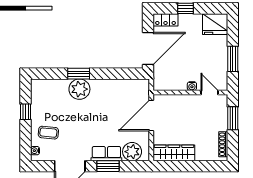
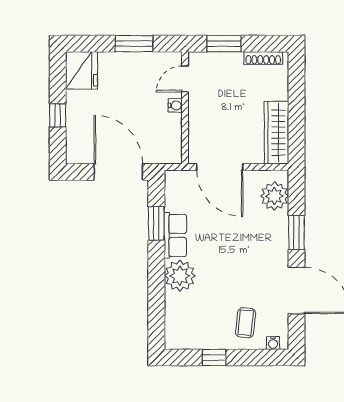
locker: (166, 20) -> (75, 145), removed
window: (79, 74) -> (156, 223), moved
row of seats: (106, 154) -> (175, 235), moved, turned 180

